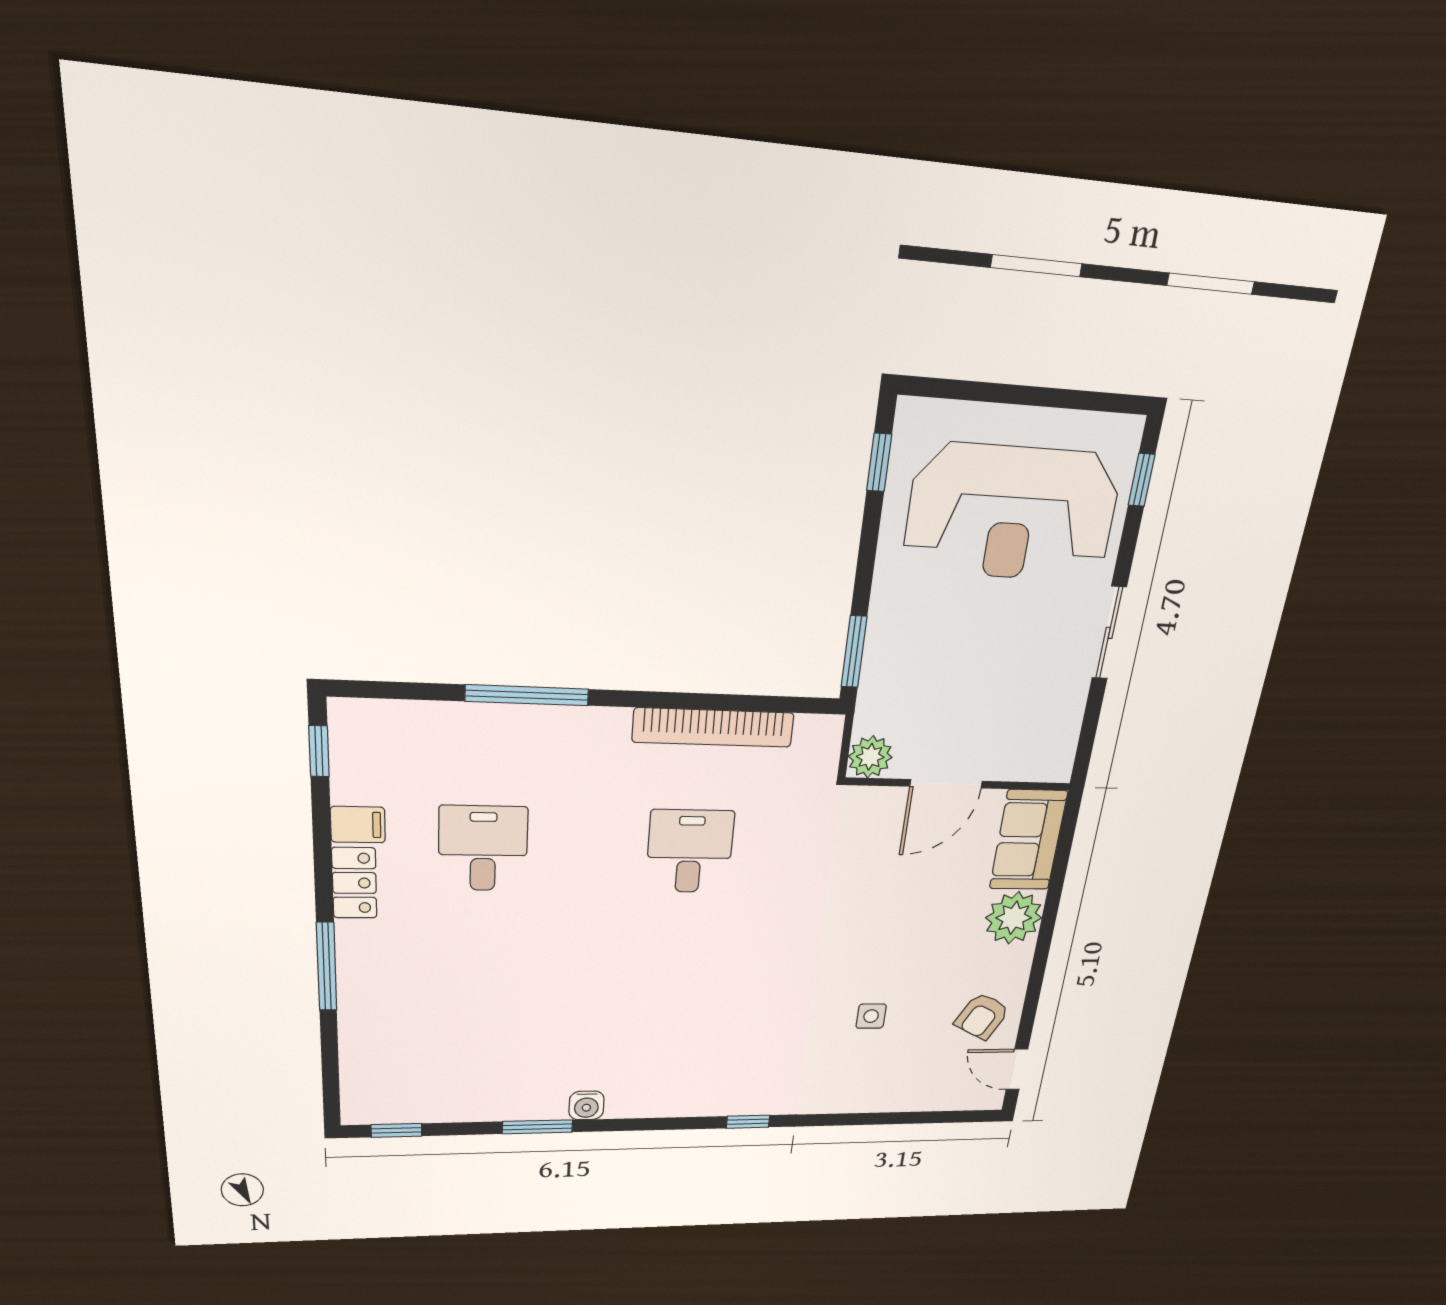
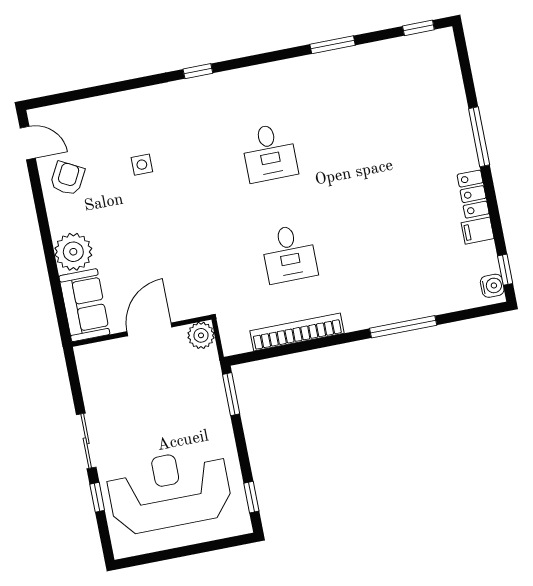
window: (1142, 480) -> (97, 497), moved
desk: (483, 848) -> (269, 153), moved
water cooler: (586, 1105) -> (492, 286), moved, turned 90

